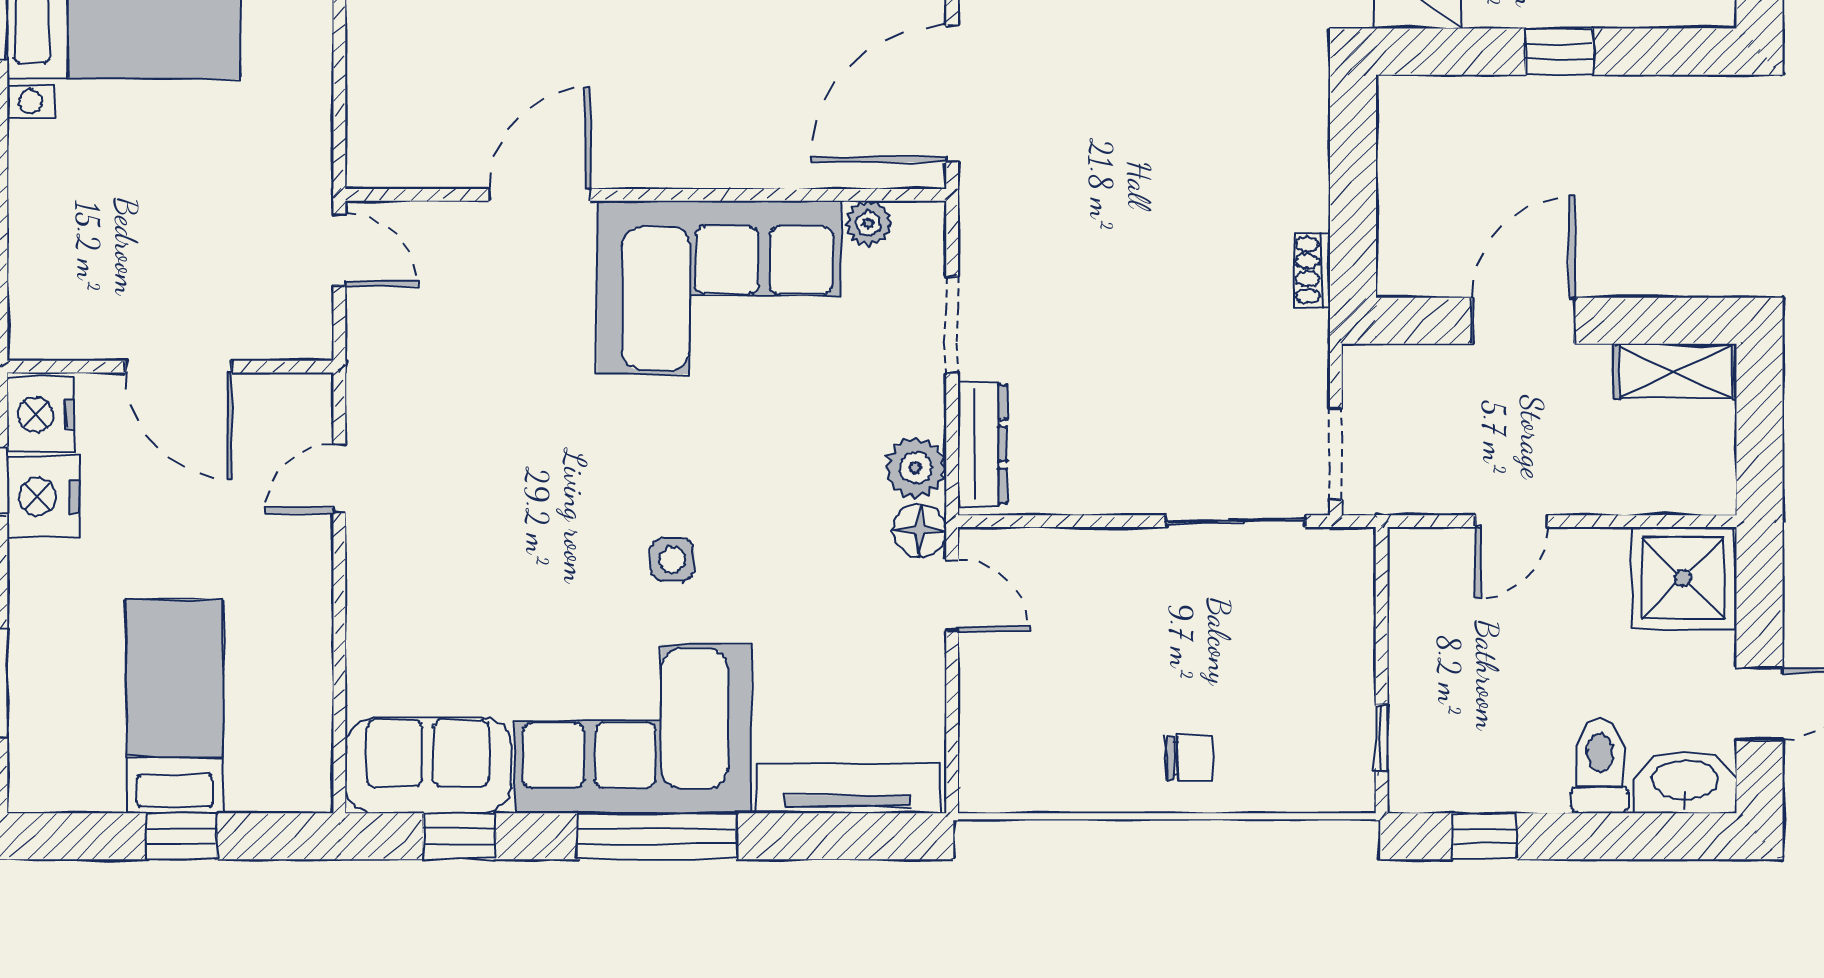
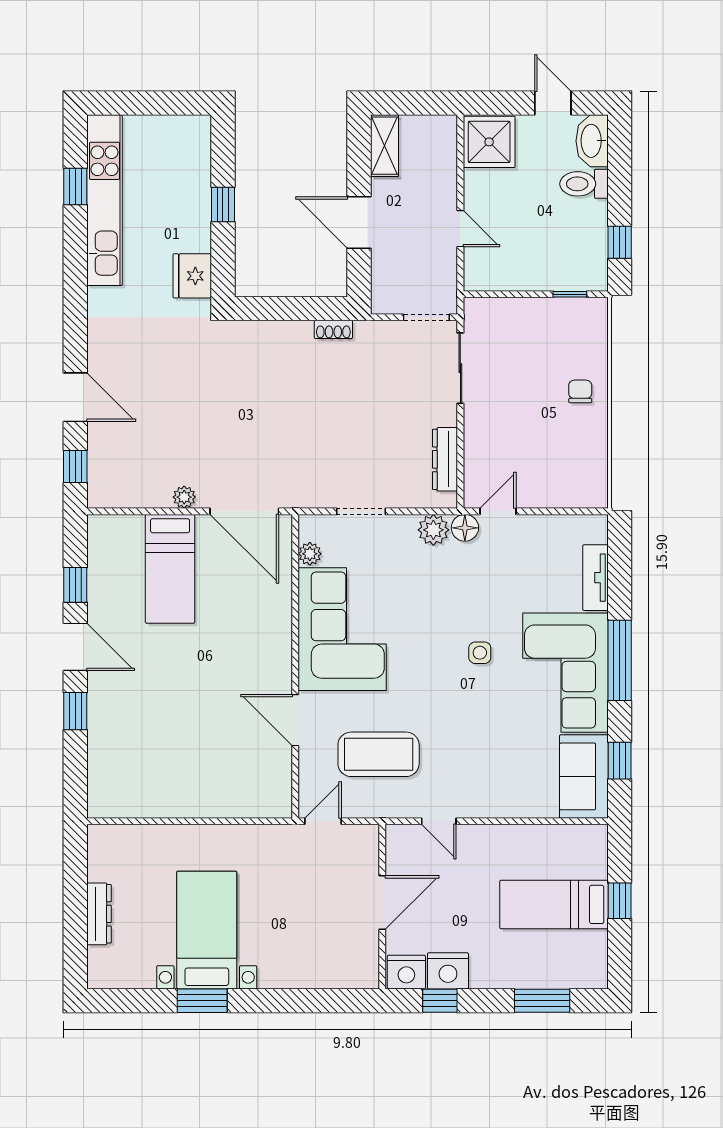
coffee table: (472, 359) -> (379, 754), added
dresser: (982, 444) -> (445, 459), moved, turned -90
tv unit: (848, 788) -> (595, 578), width x0.71

